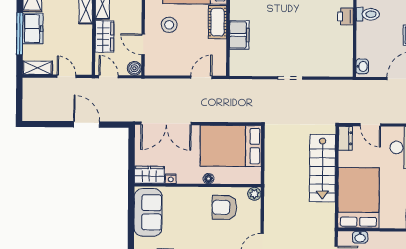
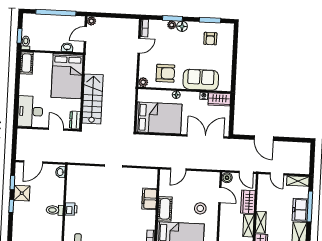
sofa: (148, 212) -> (201, 80), moved, turned 90

